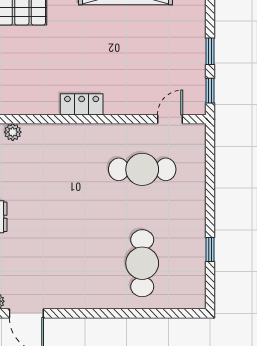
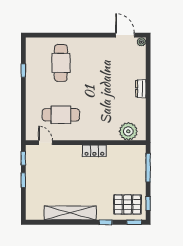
door: (170, 119) -> (45, 143), swing flipped
plant: (13, 132) -> (128, 131), width x1.87, depth x1.87

